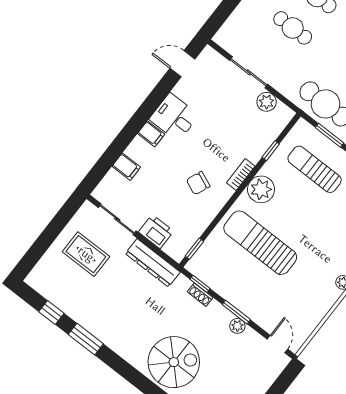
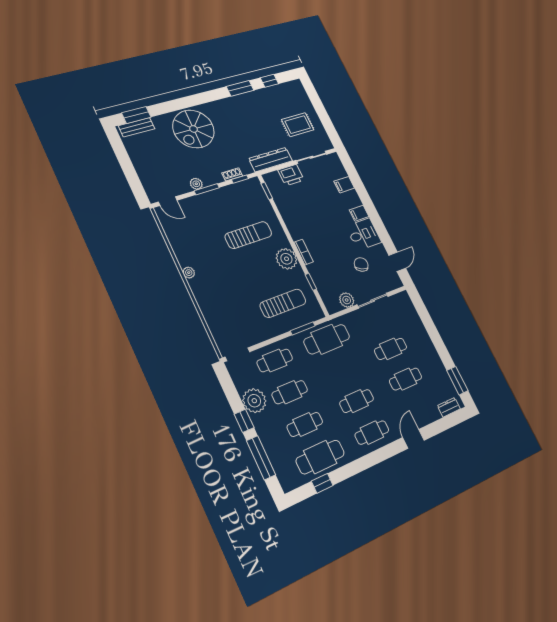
chair: (198, 183) -> (361, 264), moved
sun lounger: (260, 243) -> (248, 235), width x0.73, depth x0.75

